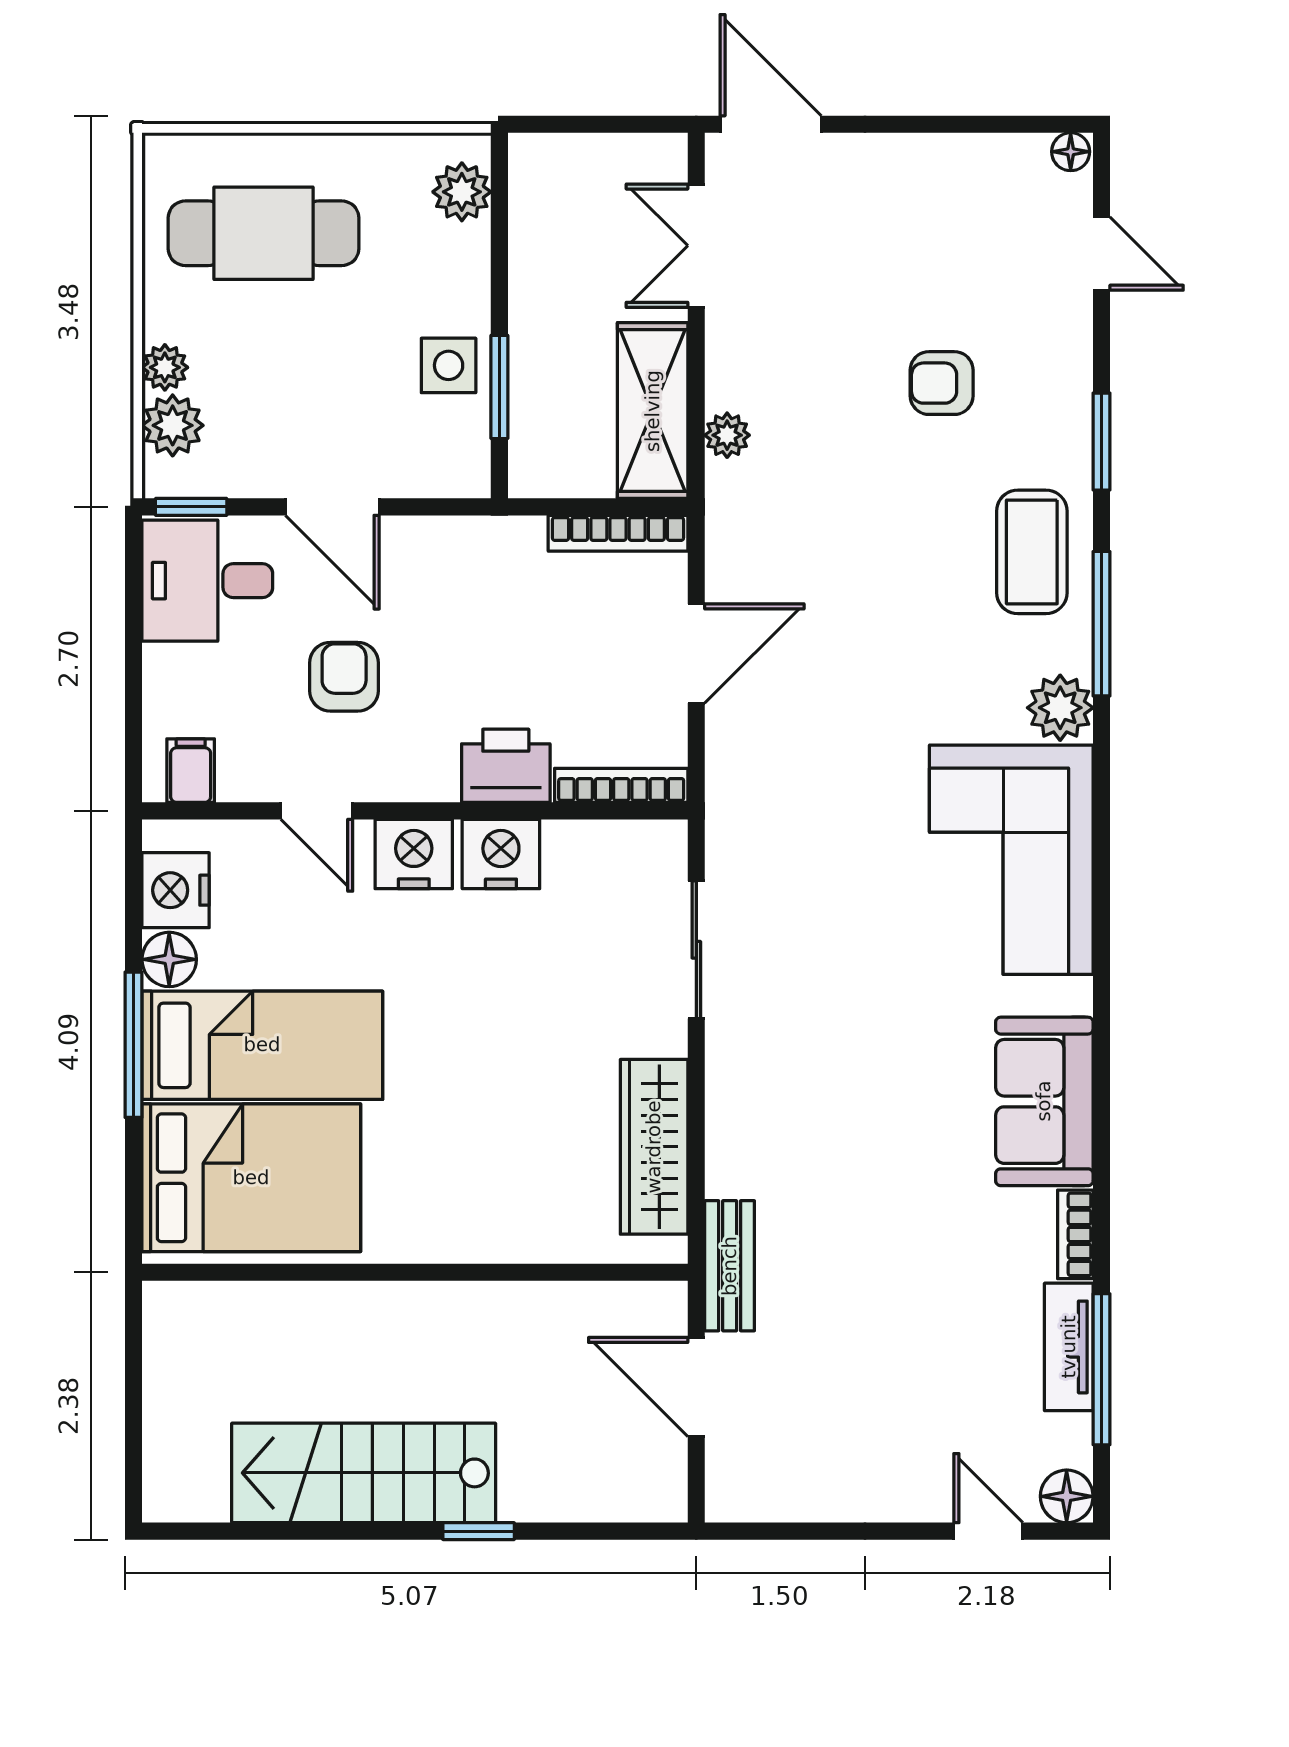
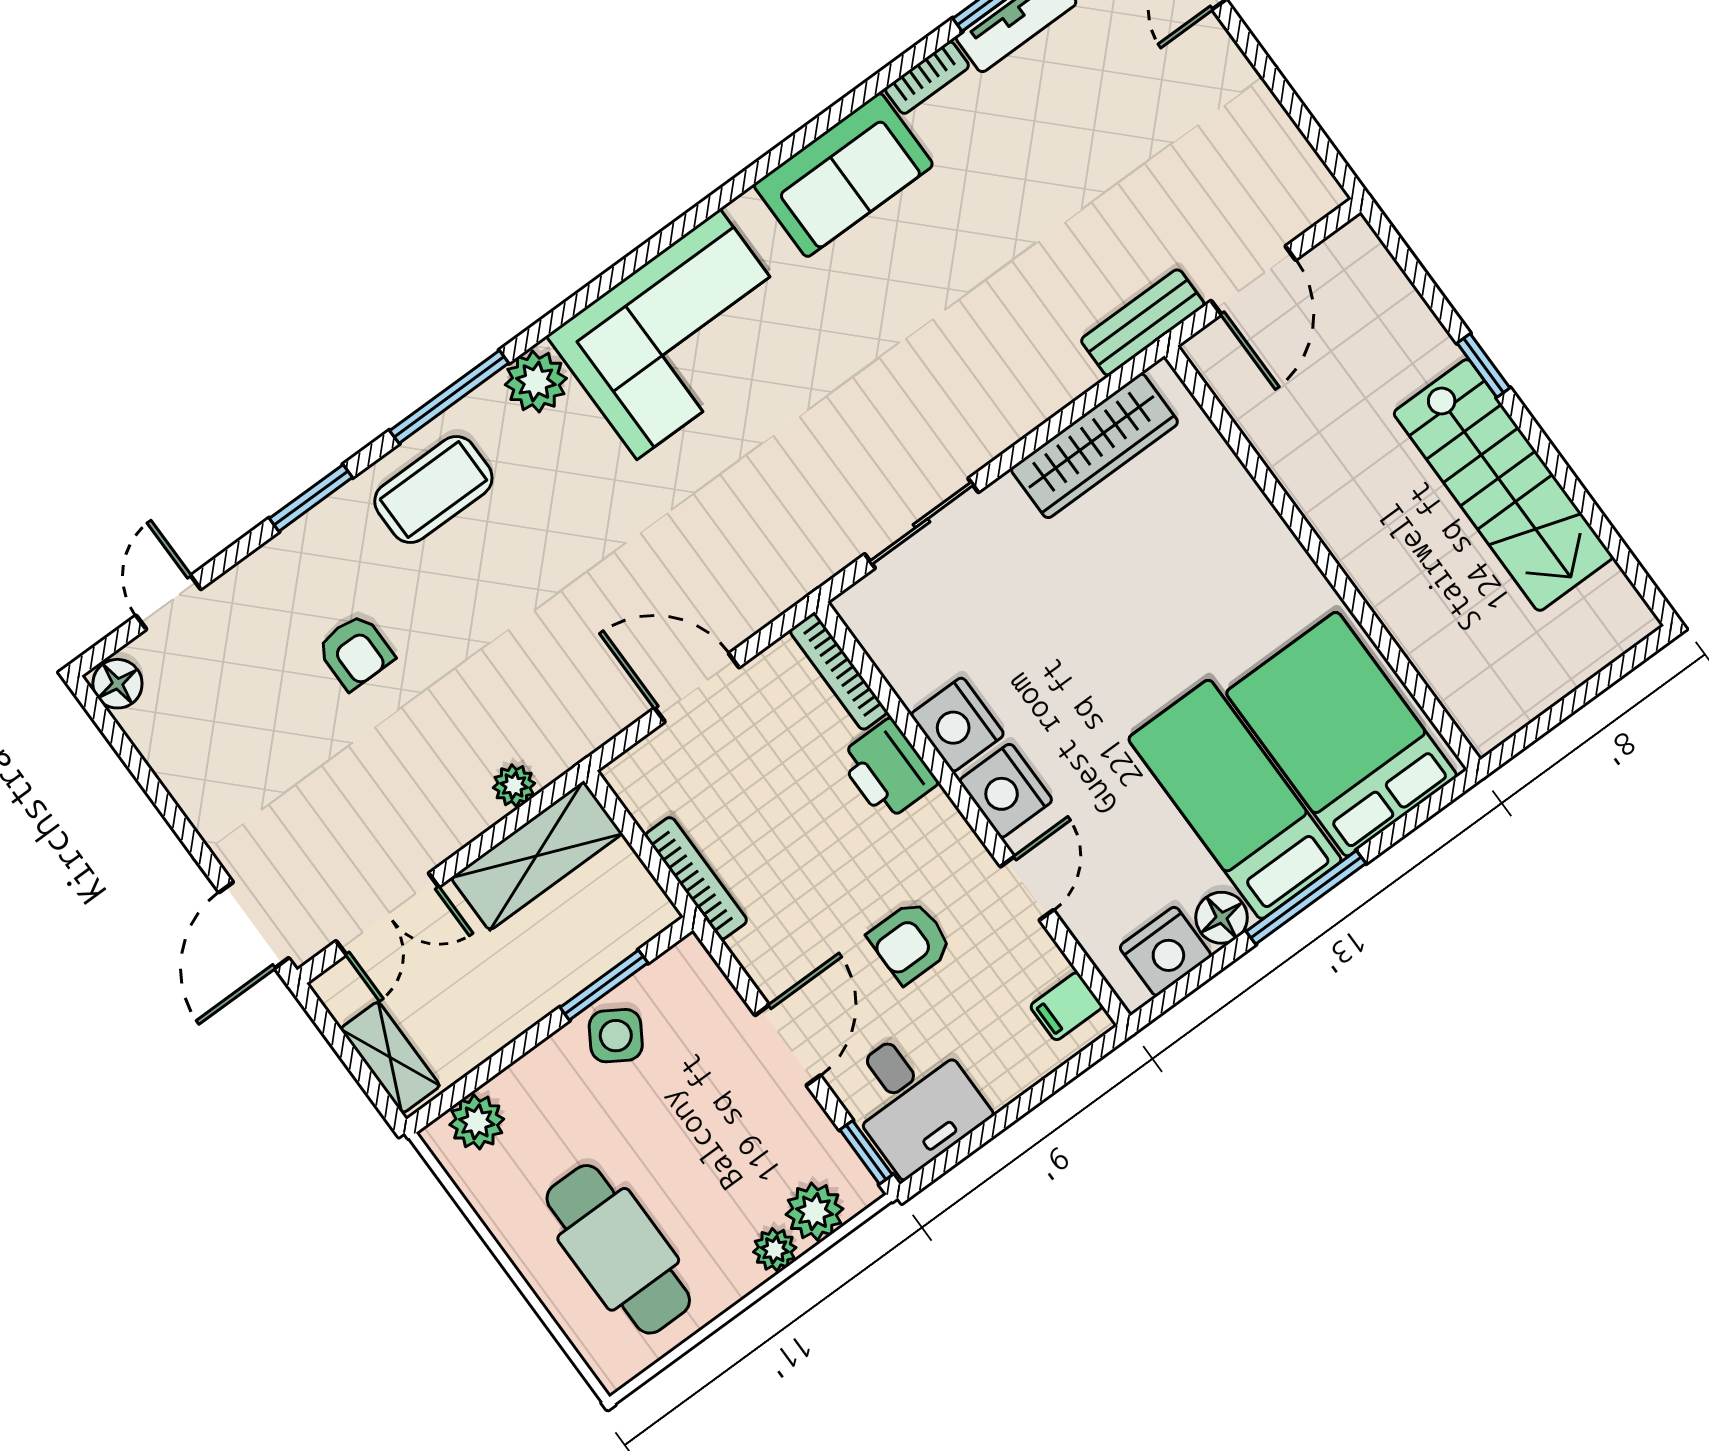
floor lamp: (1071, 152) -> (117, 684), width x1.37, depth x1.37
shelving: (572, 158) -> (390, 1057), added
side table: (449, 365) -> (616, 1036), turned 32
bookcase: (618, 533) -> (696, 878), moved

